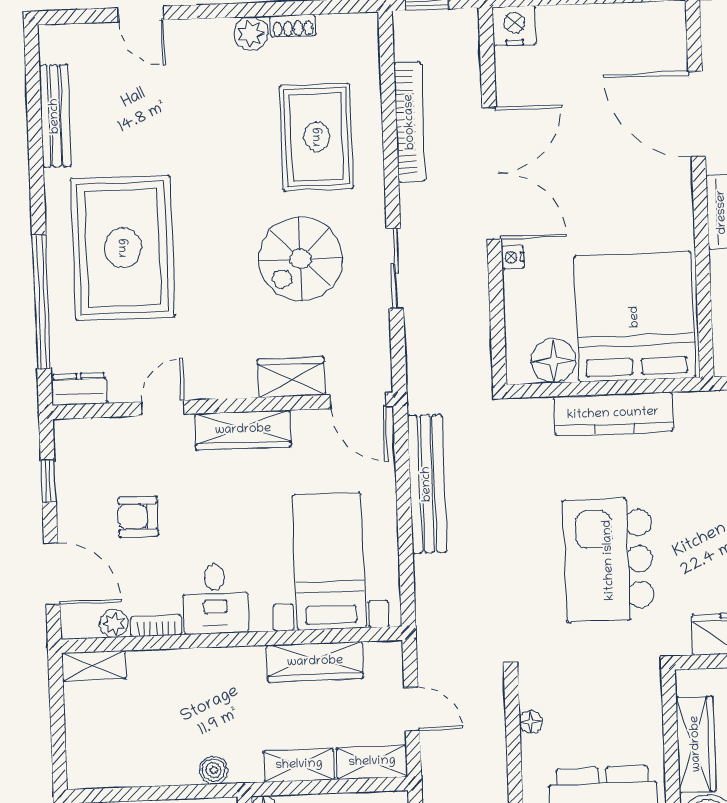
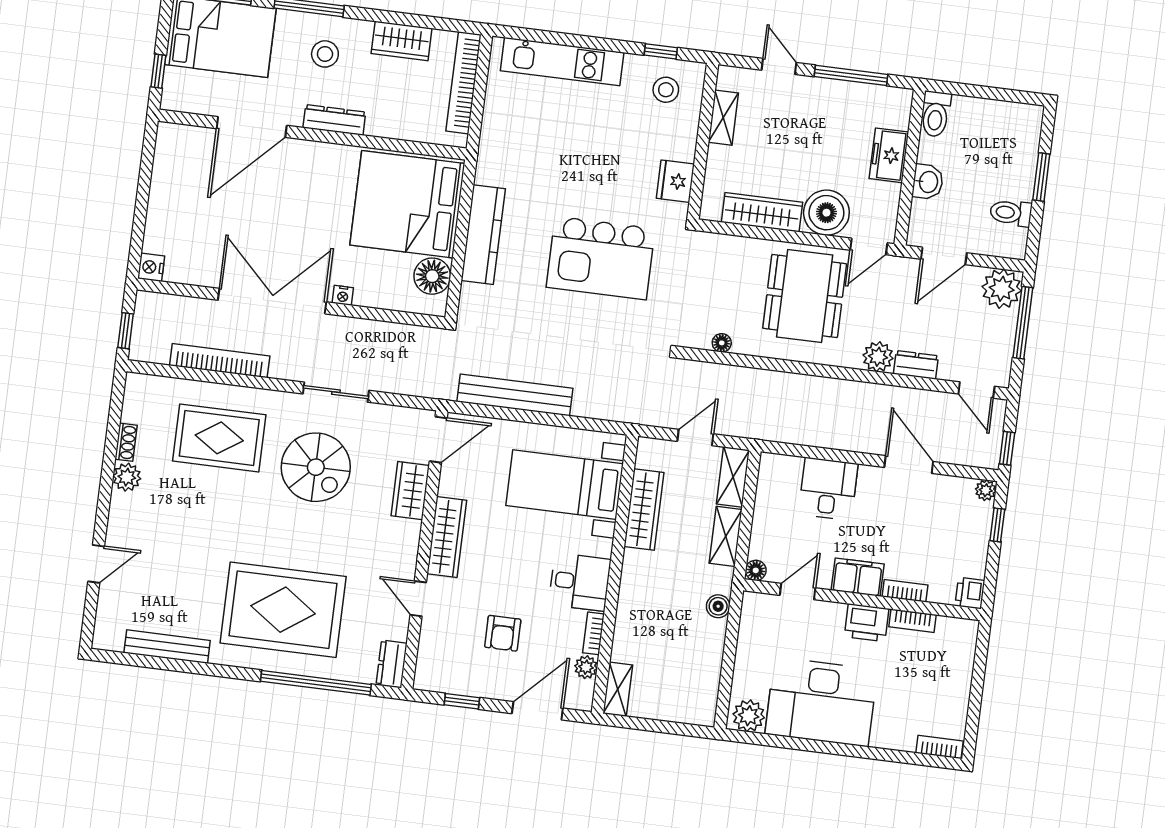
nightstand: (514, 26) -> (151, 267), width x0.74, depth x0.75

